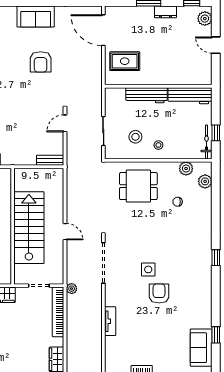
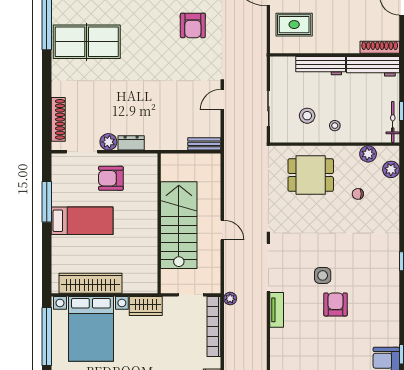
shoe rack: (196, 80) -> (380, 47), added
tv unit: (110, 321) -> (277, 310), moved

